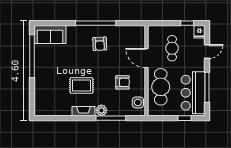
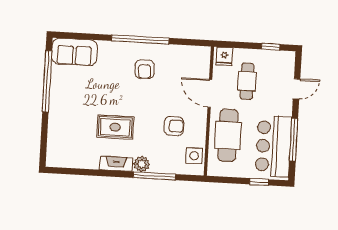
fridge: (199, 32) -> (224, 56), moved

